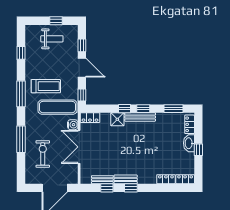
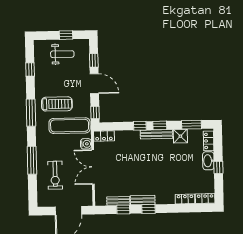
shower: (117, 119) -> (180, 136), moved
exercise bike: (43, 154) -> (55, 175), turned 180

